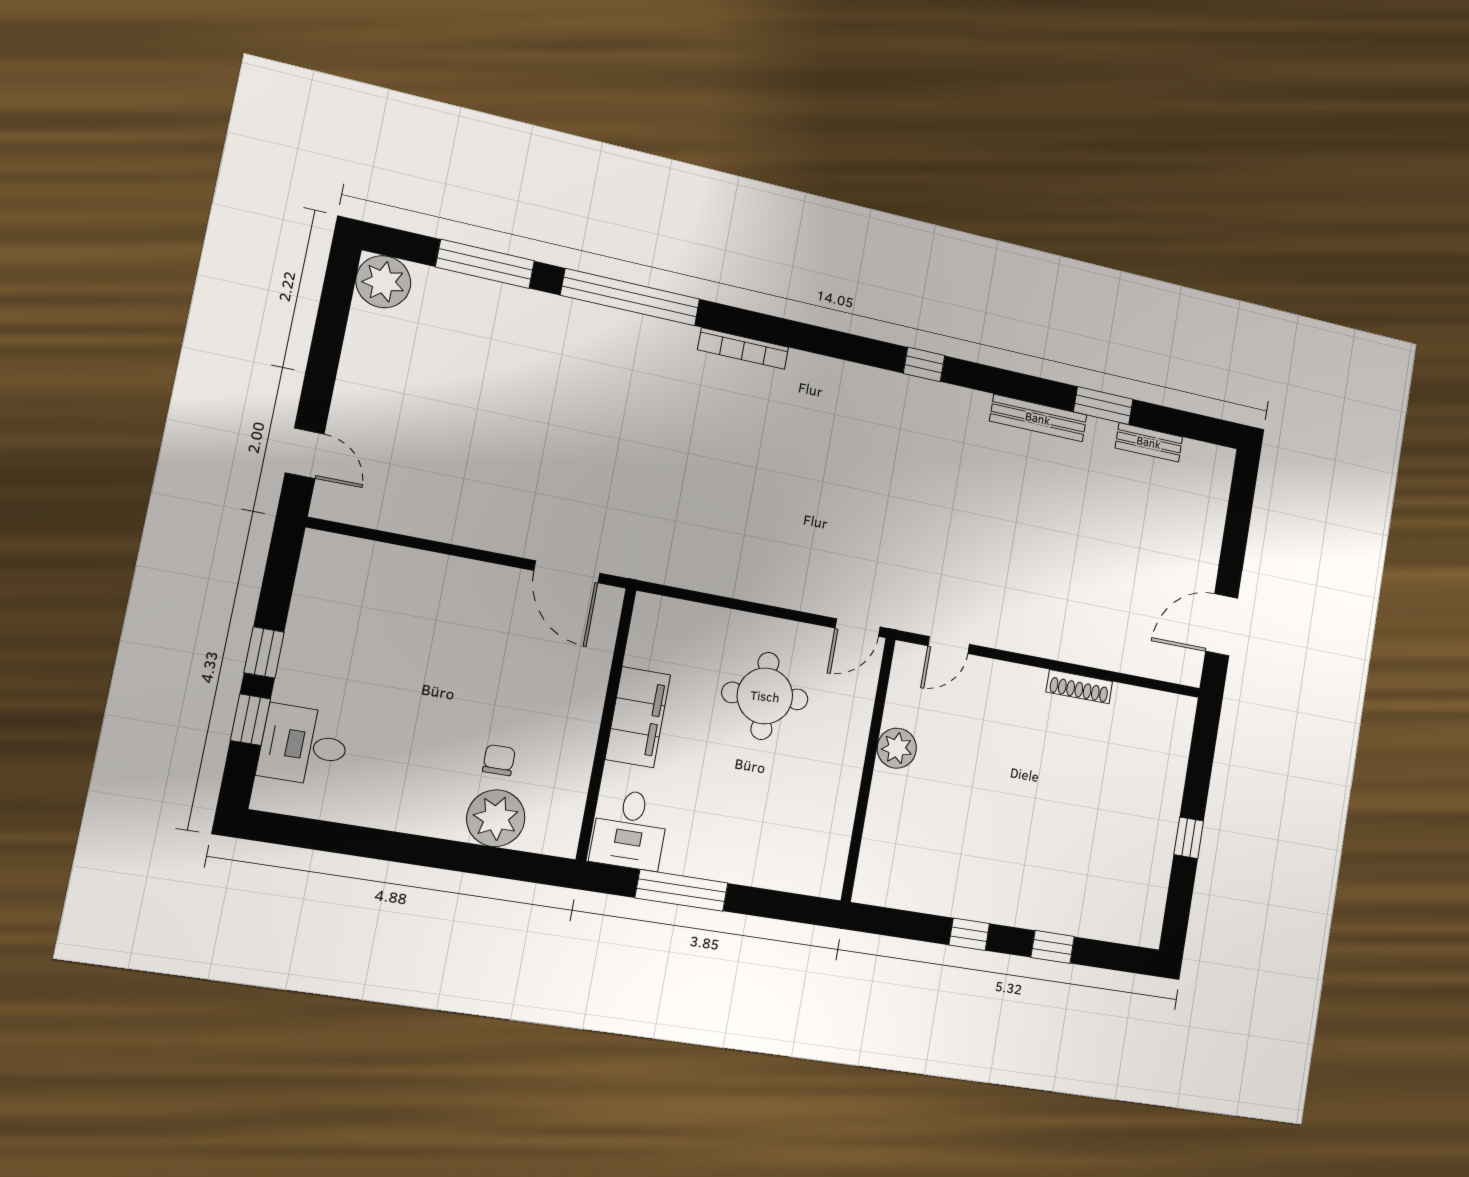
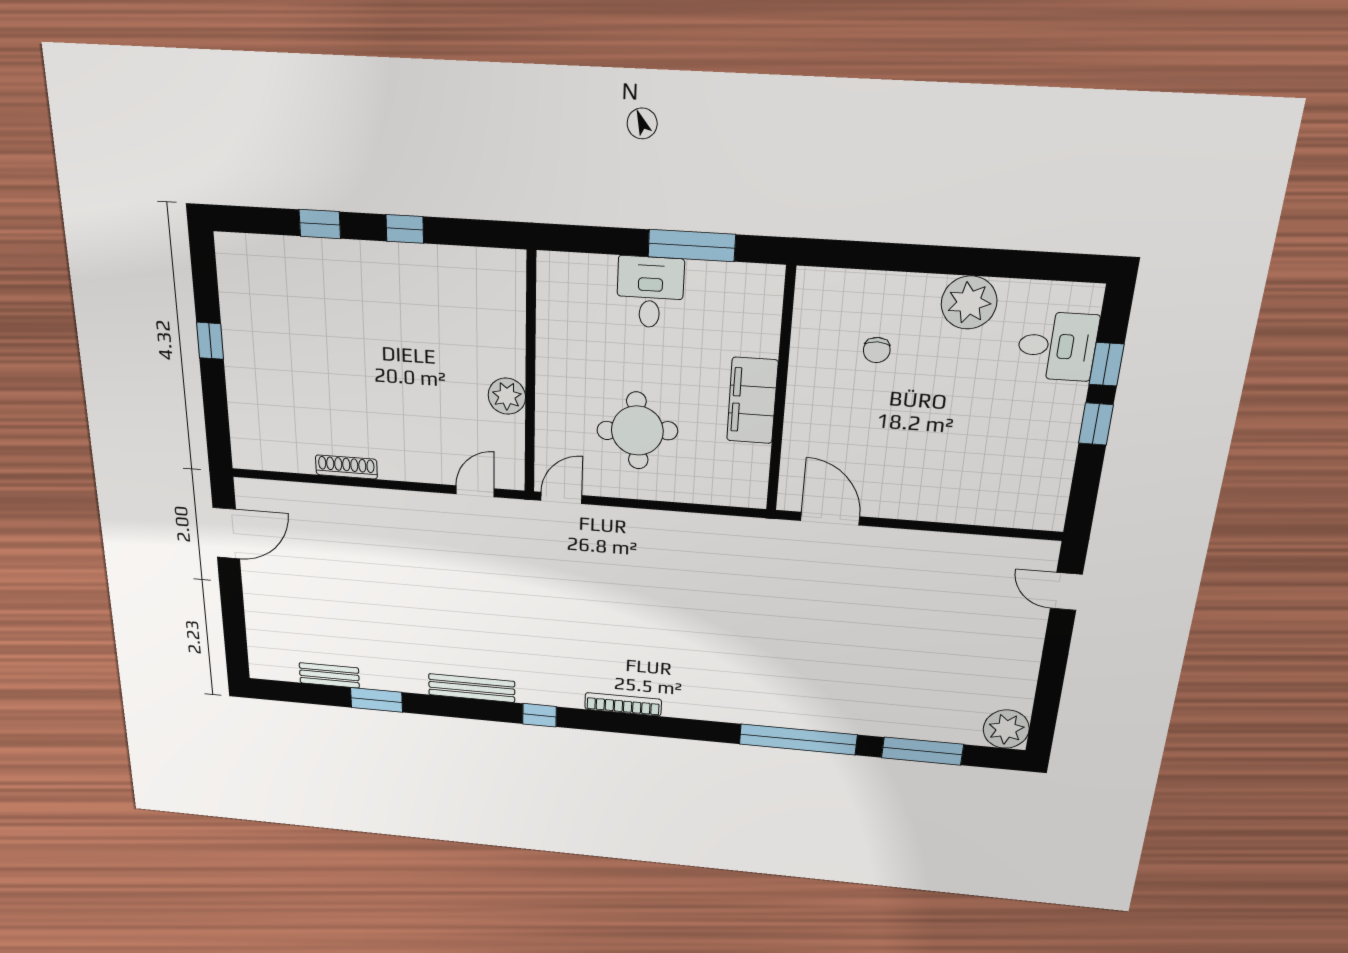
bookcase: (743, 348) -> (623, 704), moved
bench: (1038, 418) -> (472, 688), moved
plant: (496, 818) -> (969, 303), moved
desk: (630, 829) -> (650, 292), moved

